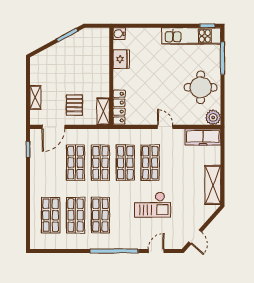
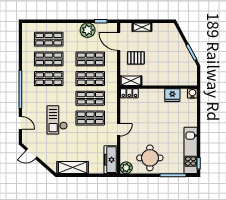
locker: (119, 107) -> (129, 93), width x0.66
plant: (39, 166) -> (88, 30), added

